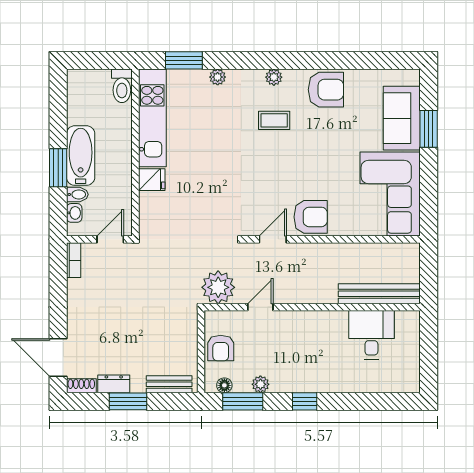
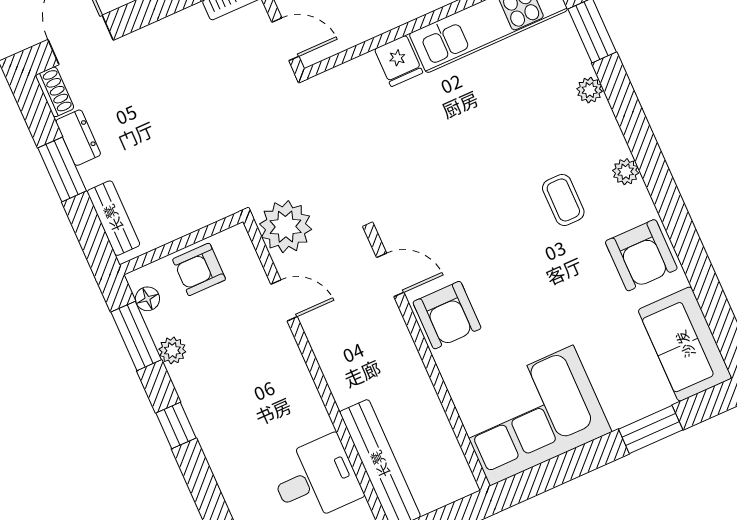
sofa: (402, 118) -> (685, 344), moved, turned -90

